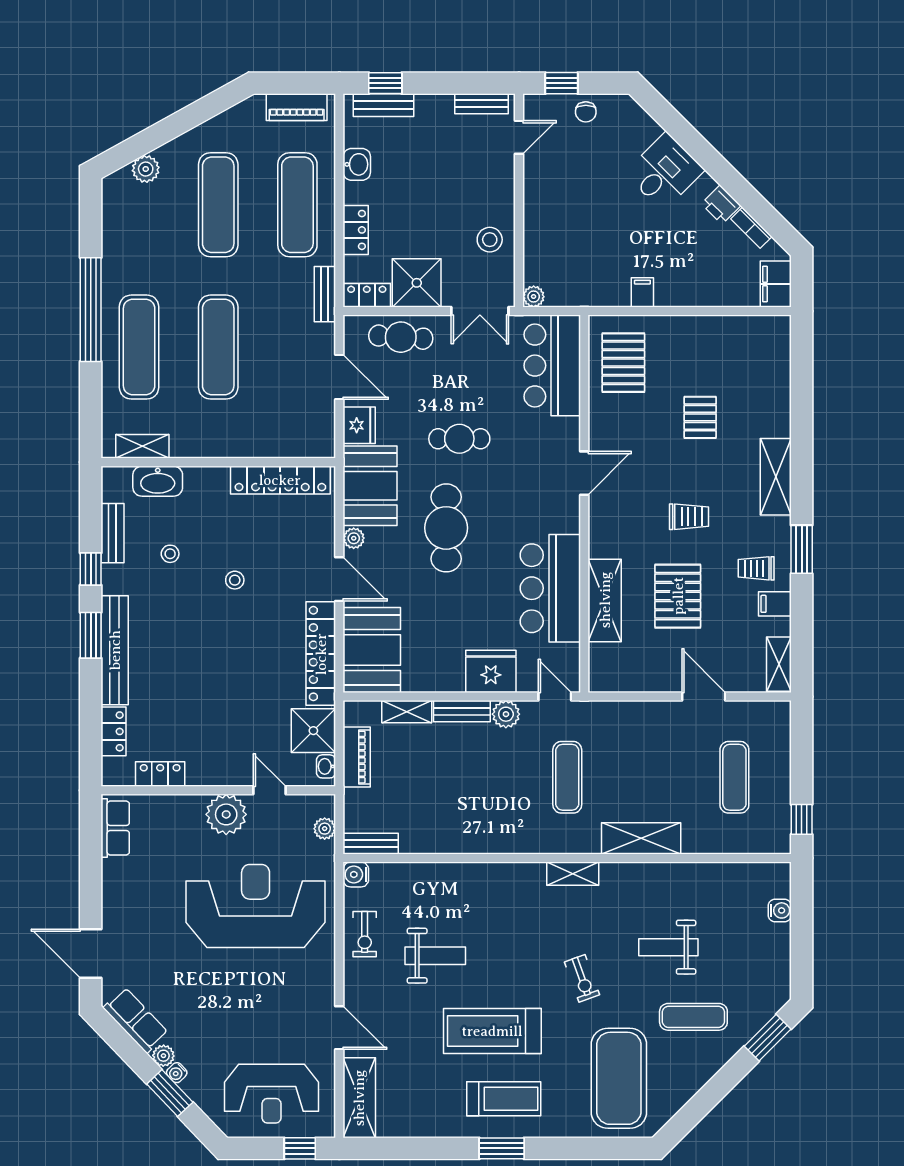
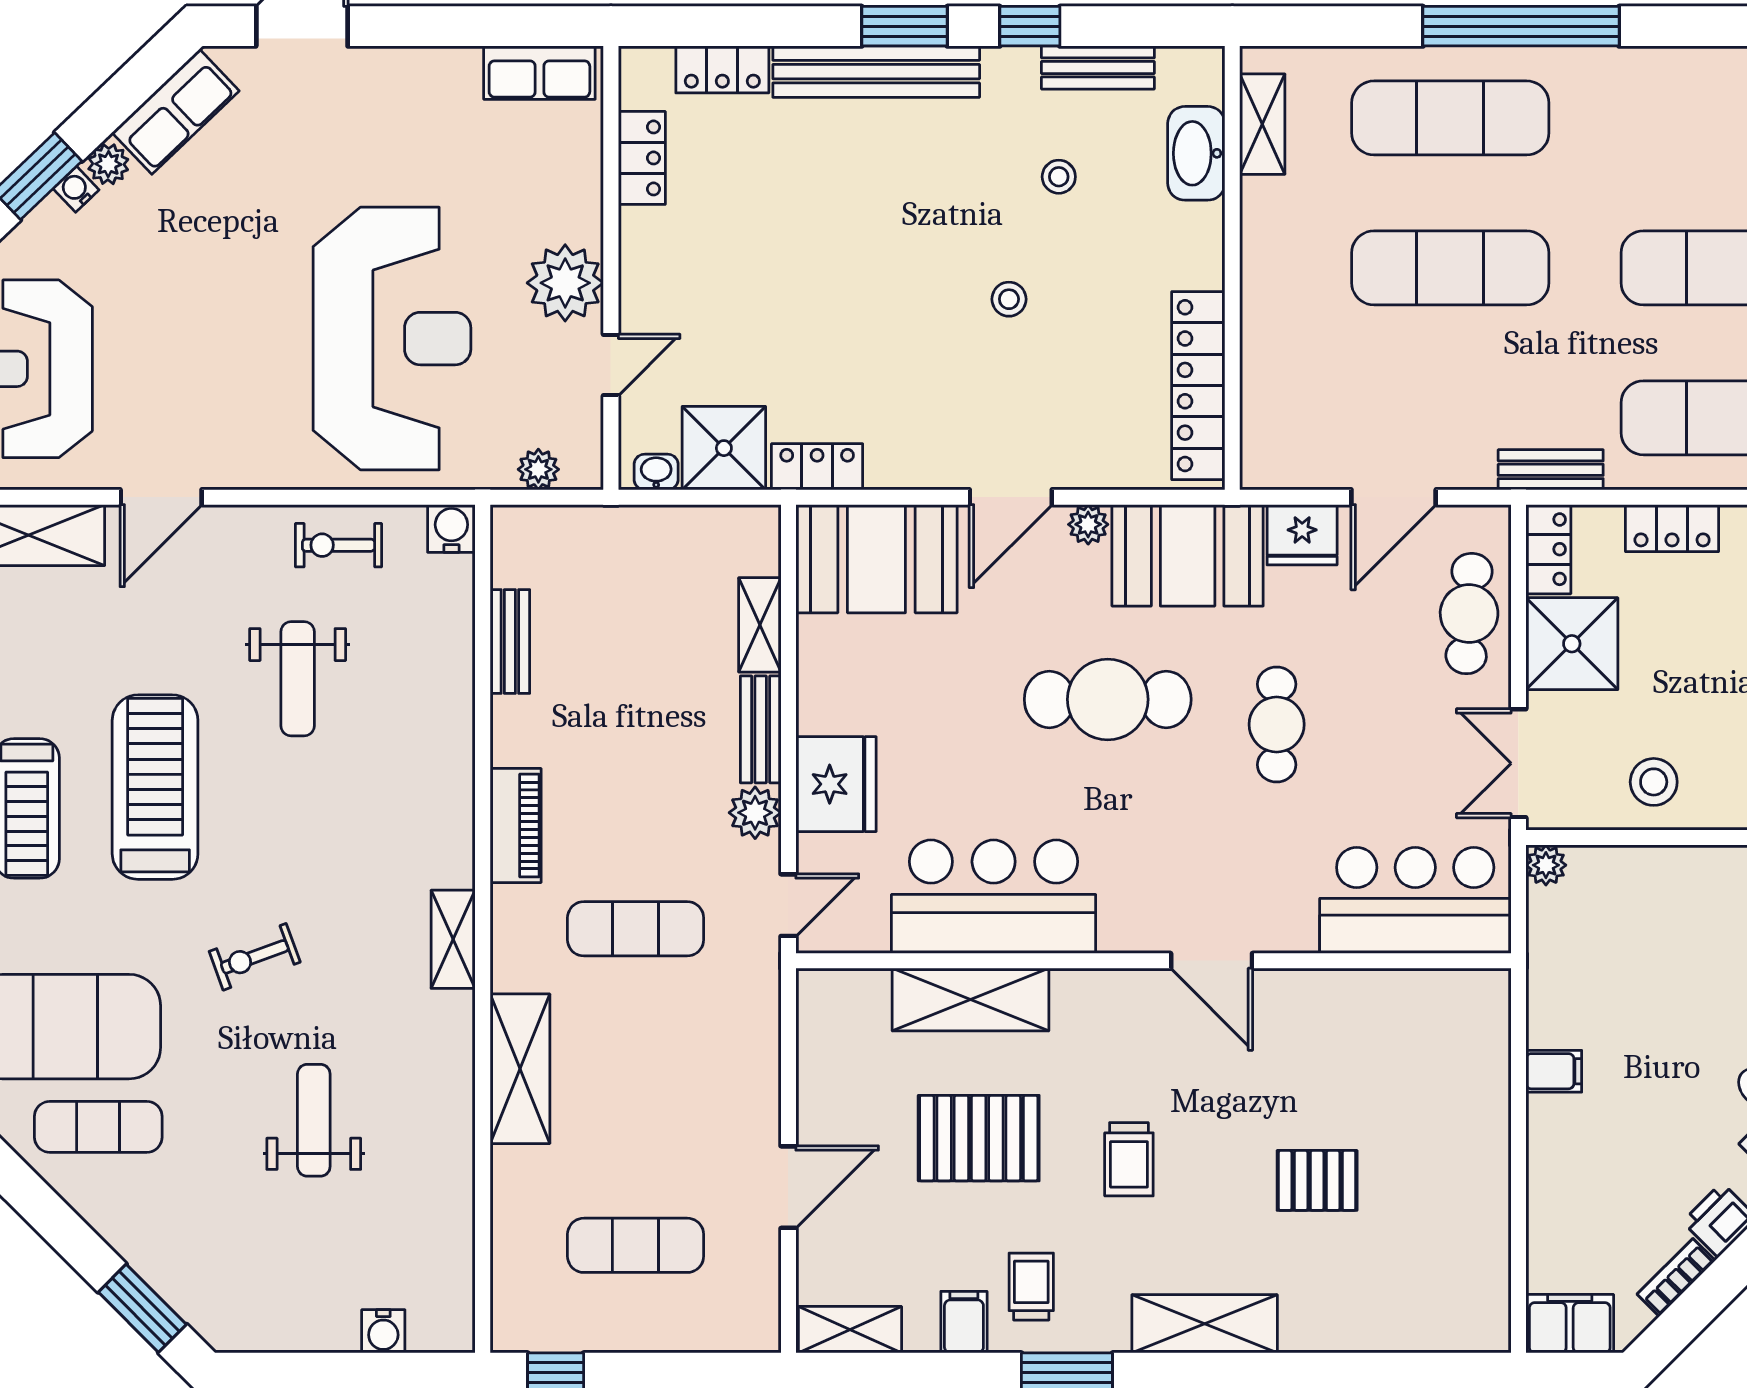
pallet: (623, 363) -> (1421, 1035), removed
locker: (321, 654) -> (817, 467), width x0.46, depth x0.83
piano: (357, 757) -> (516, 825), moved, turned -90
bench: (371, 844) -> (510, 641), moved
exercise mat: (693, 1017) -> (98, 1127), moved, turned 90

